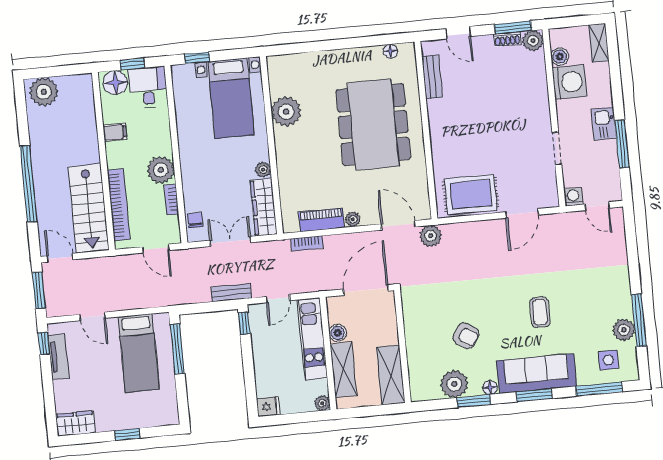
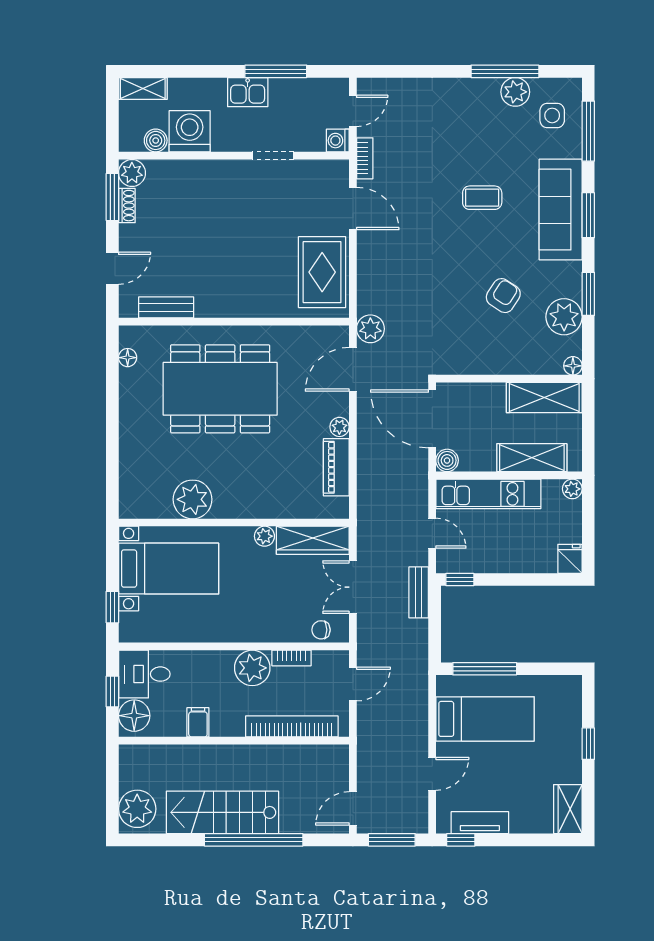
stairs: (89, 209) -> (222, 812), moved, turned 180
bookcase: (307, 243) -> (365, 158), moved
boiler: (338, 333) -> (447, 460), moved
floor lamp: (490, 387) -> (573, 366), moved

